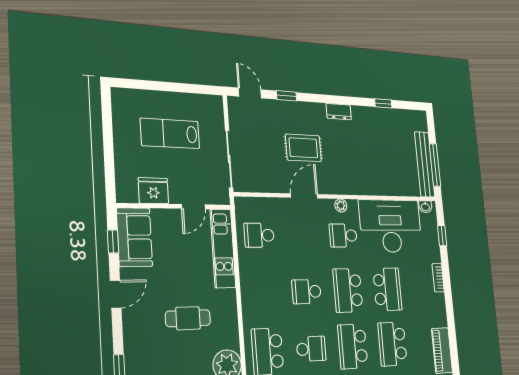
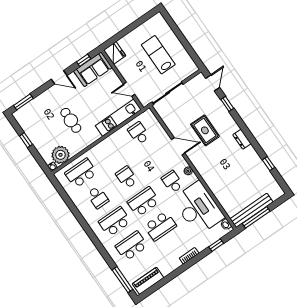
fridge: (153, 191) -> (115, 53), moved

